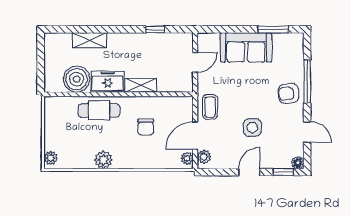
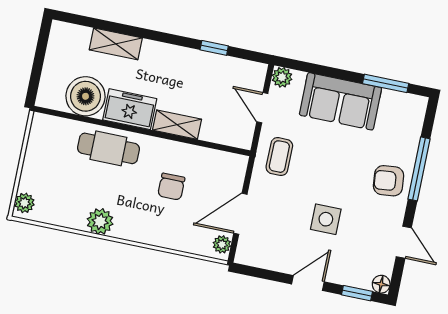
door: (195, 62) -> (262, 108), swing flipped
coffee table: (210, 107) -> (279, 157), moved
plant: (204, 157) -> (282, 77), moved

